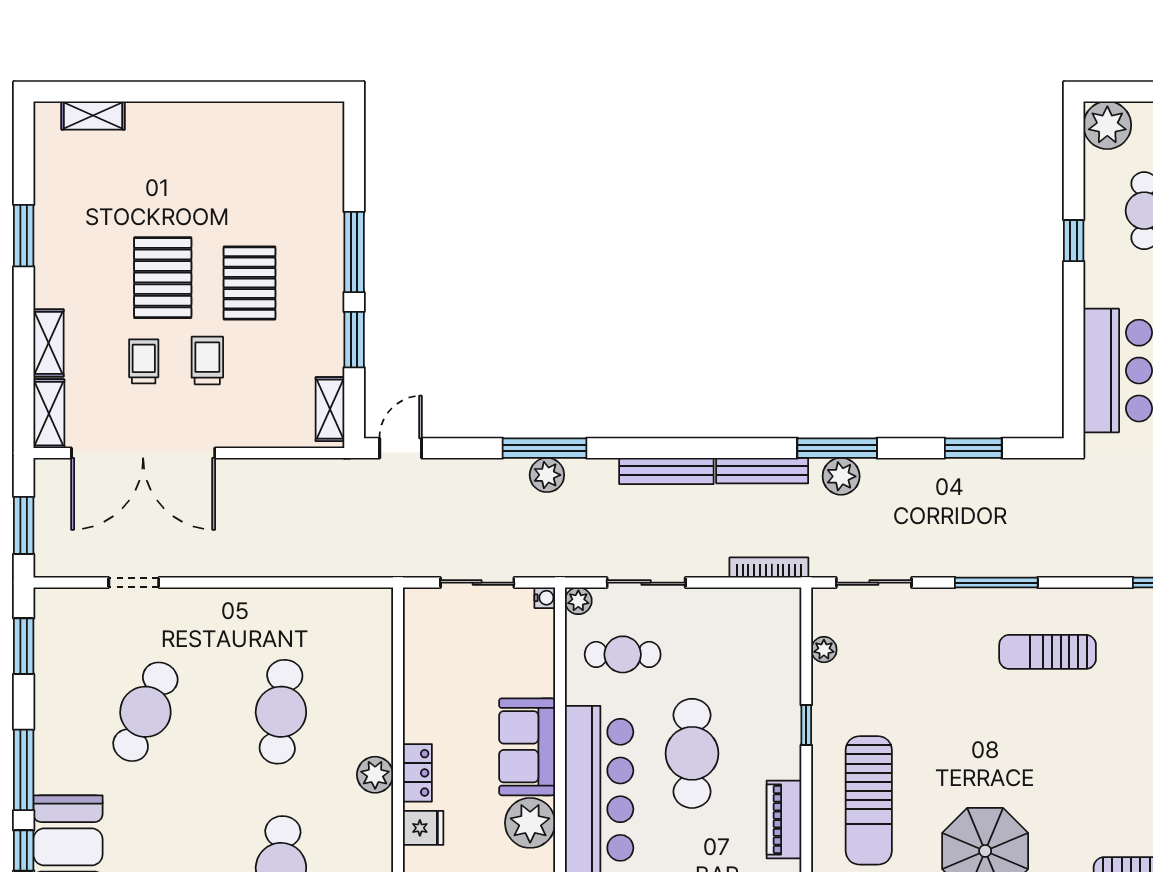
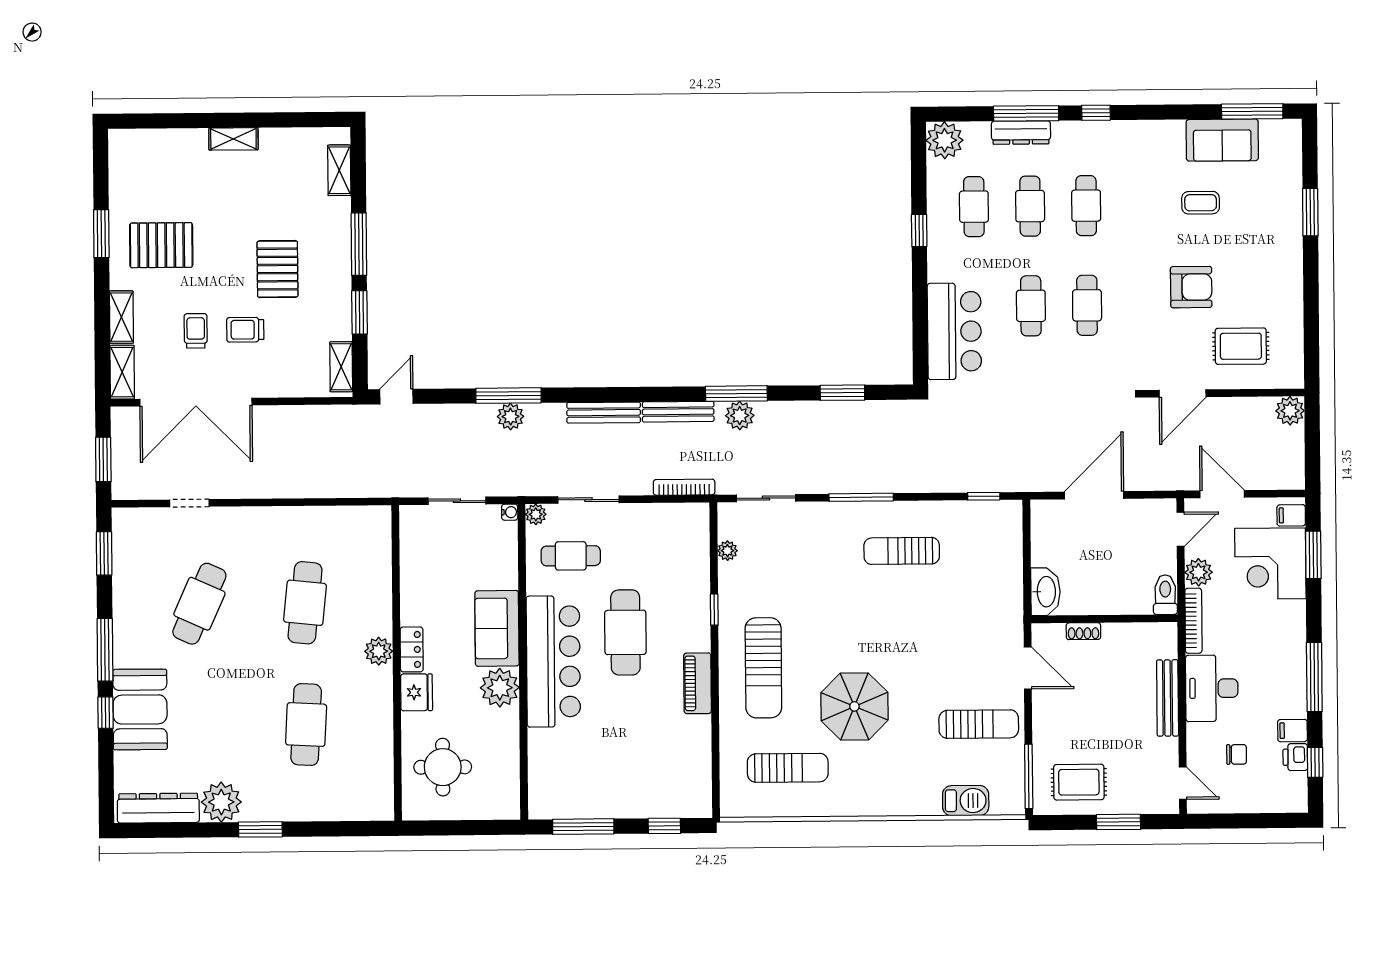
shelving: (93, 115) -> (233, 139), moved
shelving: (330, 157) -> (339, 170), added
pallet: (163, 278) -> (161, 245), moved, turned 90
trolley: (207, 360) -> (245, 330), turned -90
fridge: (423, 828) -> (417, 692), width x1.38

